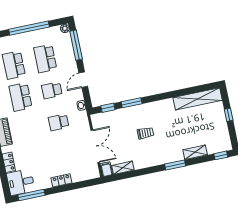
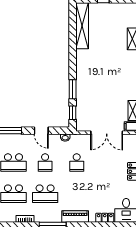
trolley: (145, 133) -> (104, 82), removed
double door: (95, 146) -> (107, 133), swing flipped

